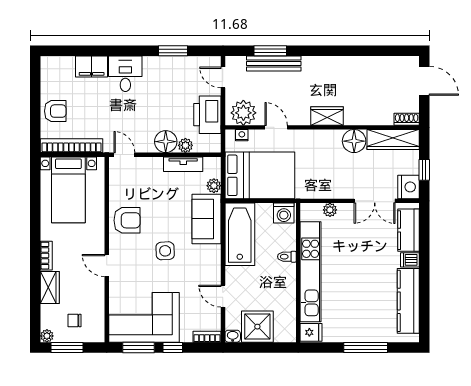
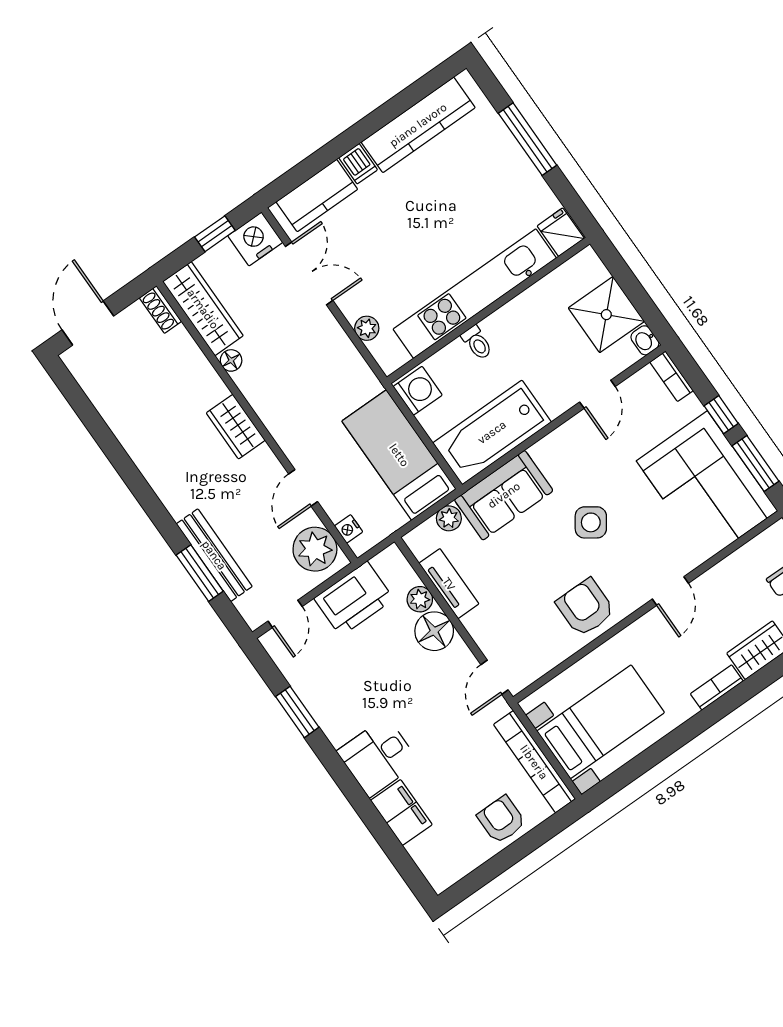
floor lamp: (354, 141) -> (231, 360), width x0.53, depth x0.53
bed: (260, 175) -> (399, 455), width x0.67
side table: (165, 251) -> (591, 522), turned 38

